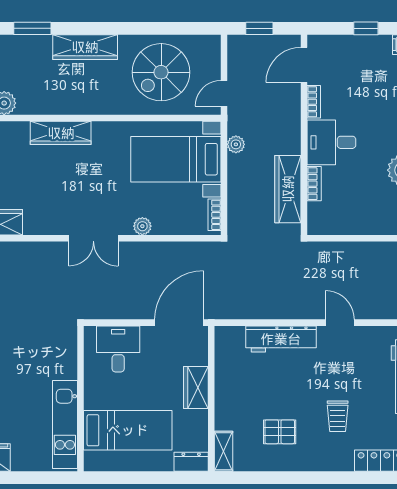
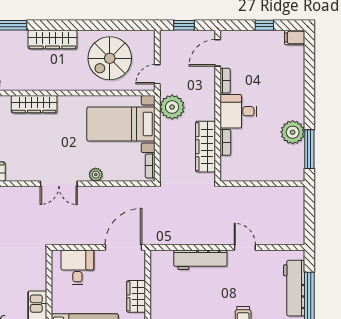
plant: (236, 144) -> (172, 107), width x1.87, depth x1.87

